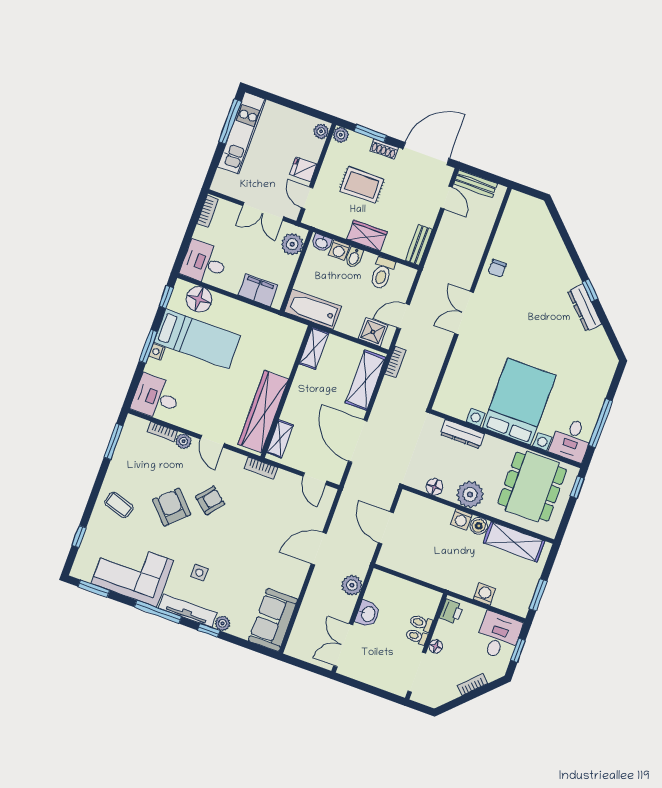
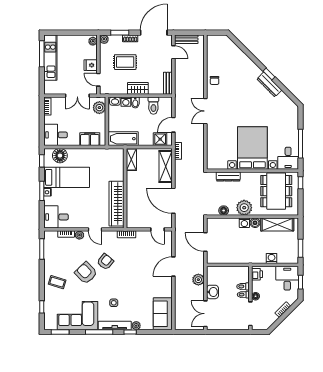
shelving: (280, 439) -> (131, 215), removed

